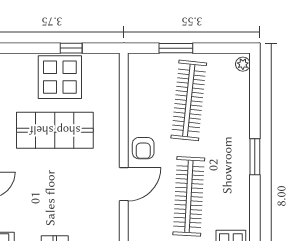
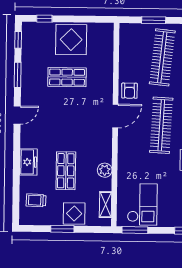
window: (71, 48) -> (44, 19), moved
shop shelf: (55, 130) -> (67, 77), width x0.70, depth x0.74

